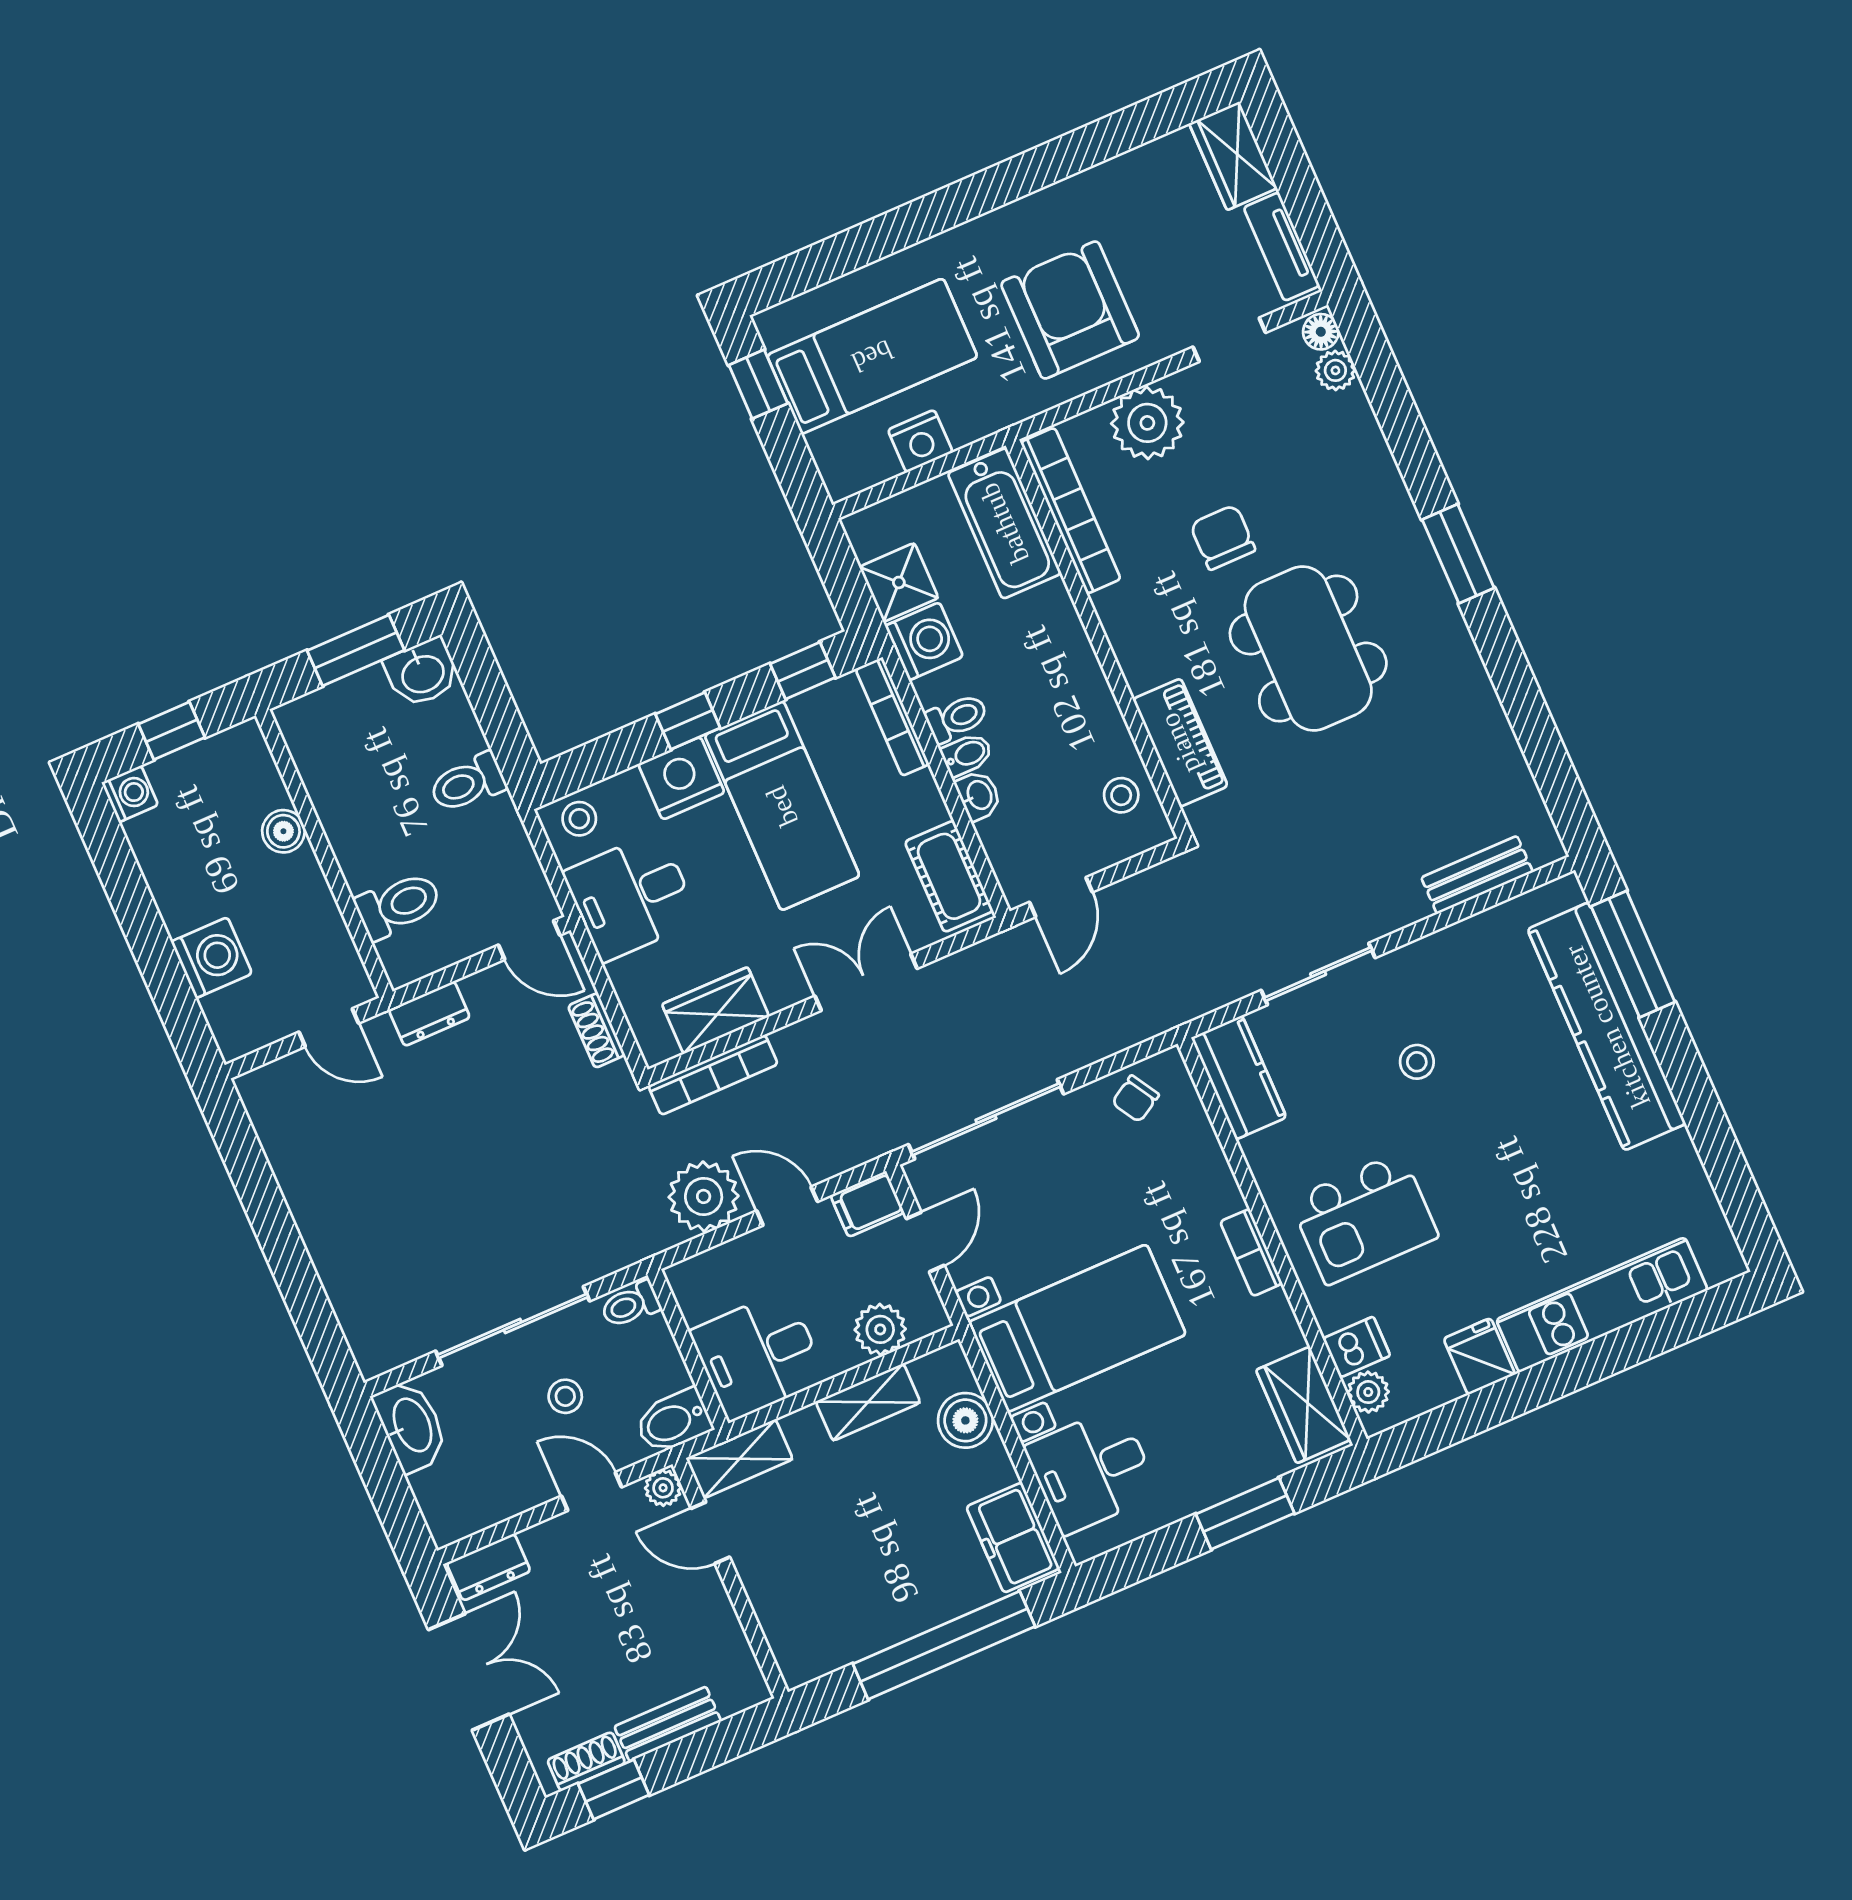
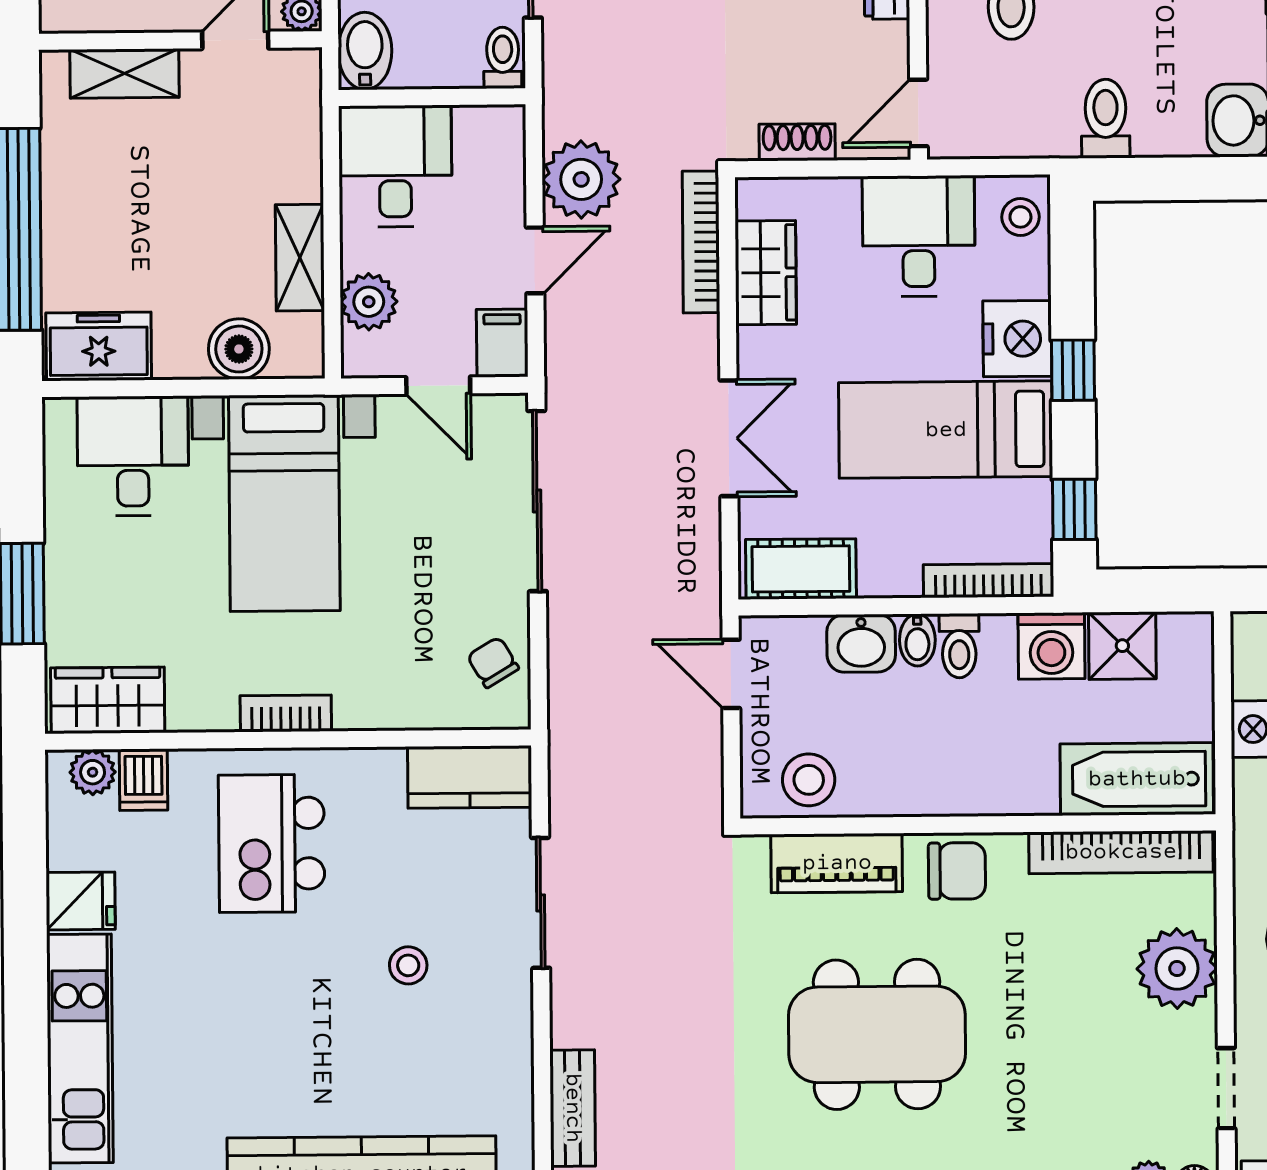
chair: (1223, 537) -> (957, 871), moved
washbasin: (979, 795) -> (861, 643), width x1.38, depth x1.45
stool: (1121, 795) -> (809, 780), width x1.37, depth x1.37
shelving: (739, 1459) -> (124, 73), moved, turned 90

